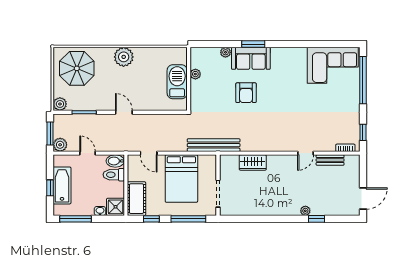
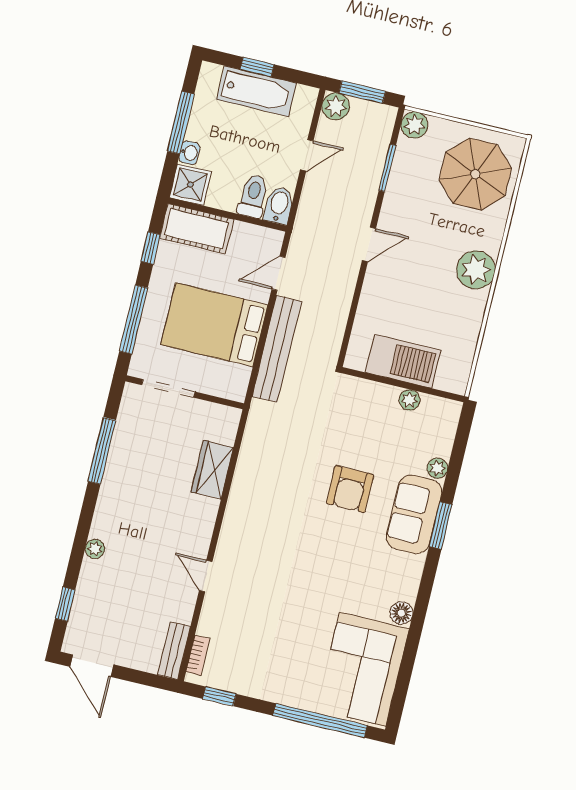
floor lamp: (301, 53) -> (401, 613), added
armchair: (246, 93) -> (350, 489), turned -90
bench: (214, 145) -> (277, 349), moved
bench: (330, 160) -> (174, 651), moved
window: (75, 219) -> (181, 123), moved
window: (256, 219) -> (102, 451), added
window: (317, 219) -> (65, 604), moved

